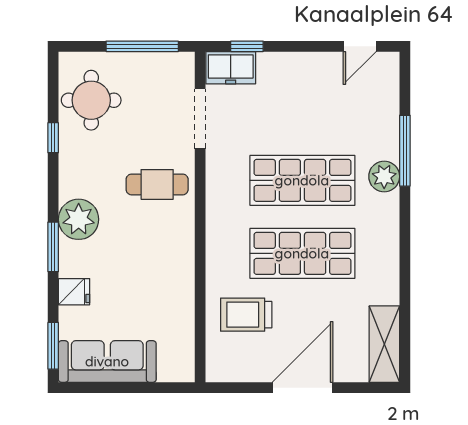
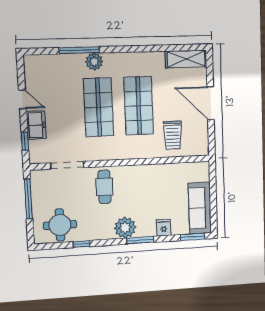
door: (360, 46) -> (22, 99), moved
freezer: (231, 68) -> (36, 125), moved

